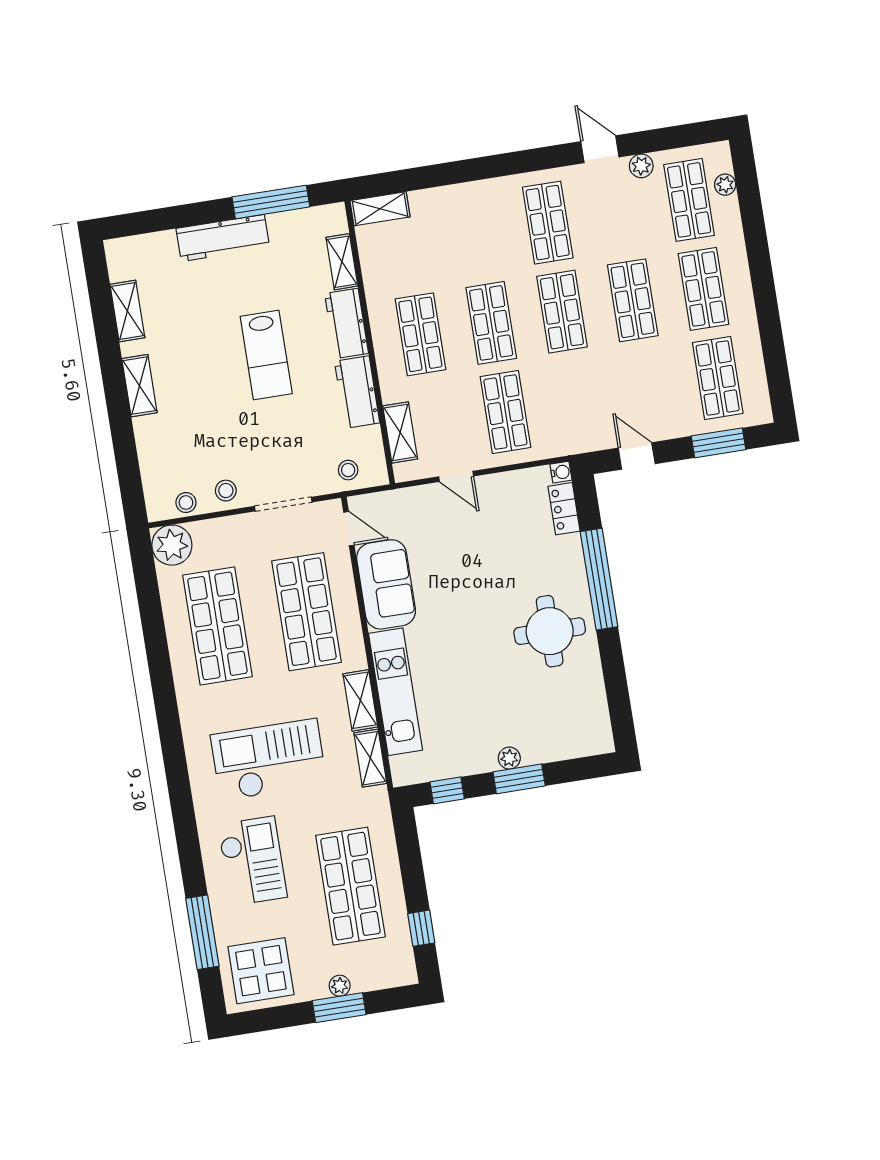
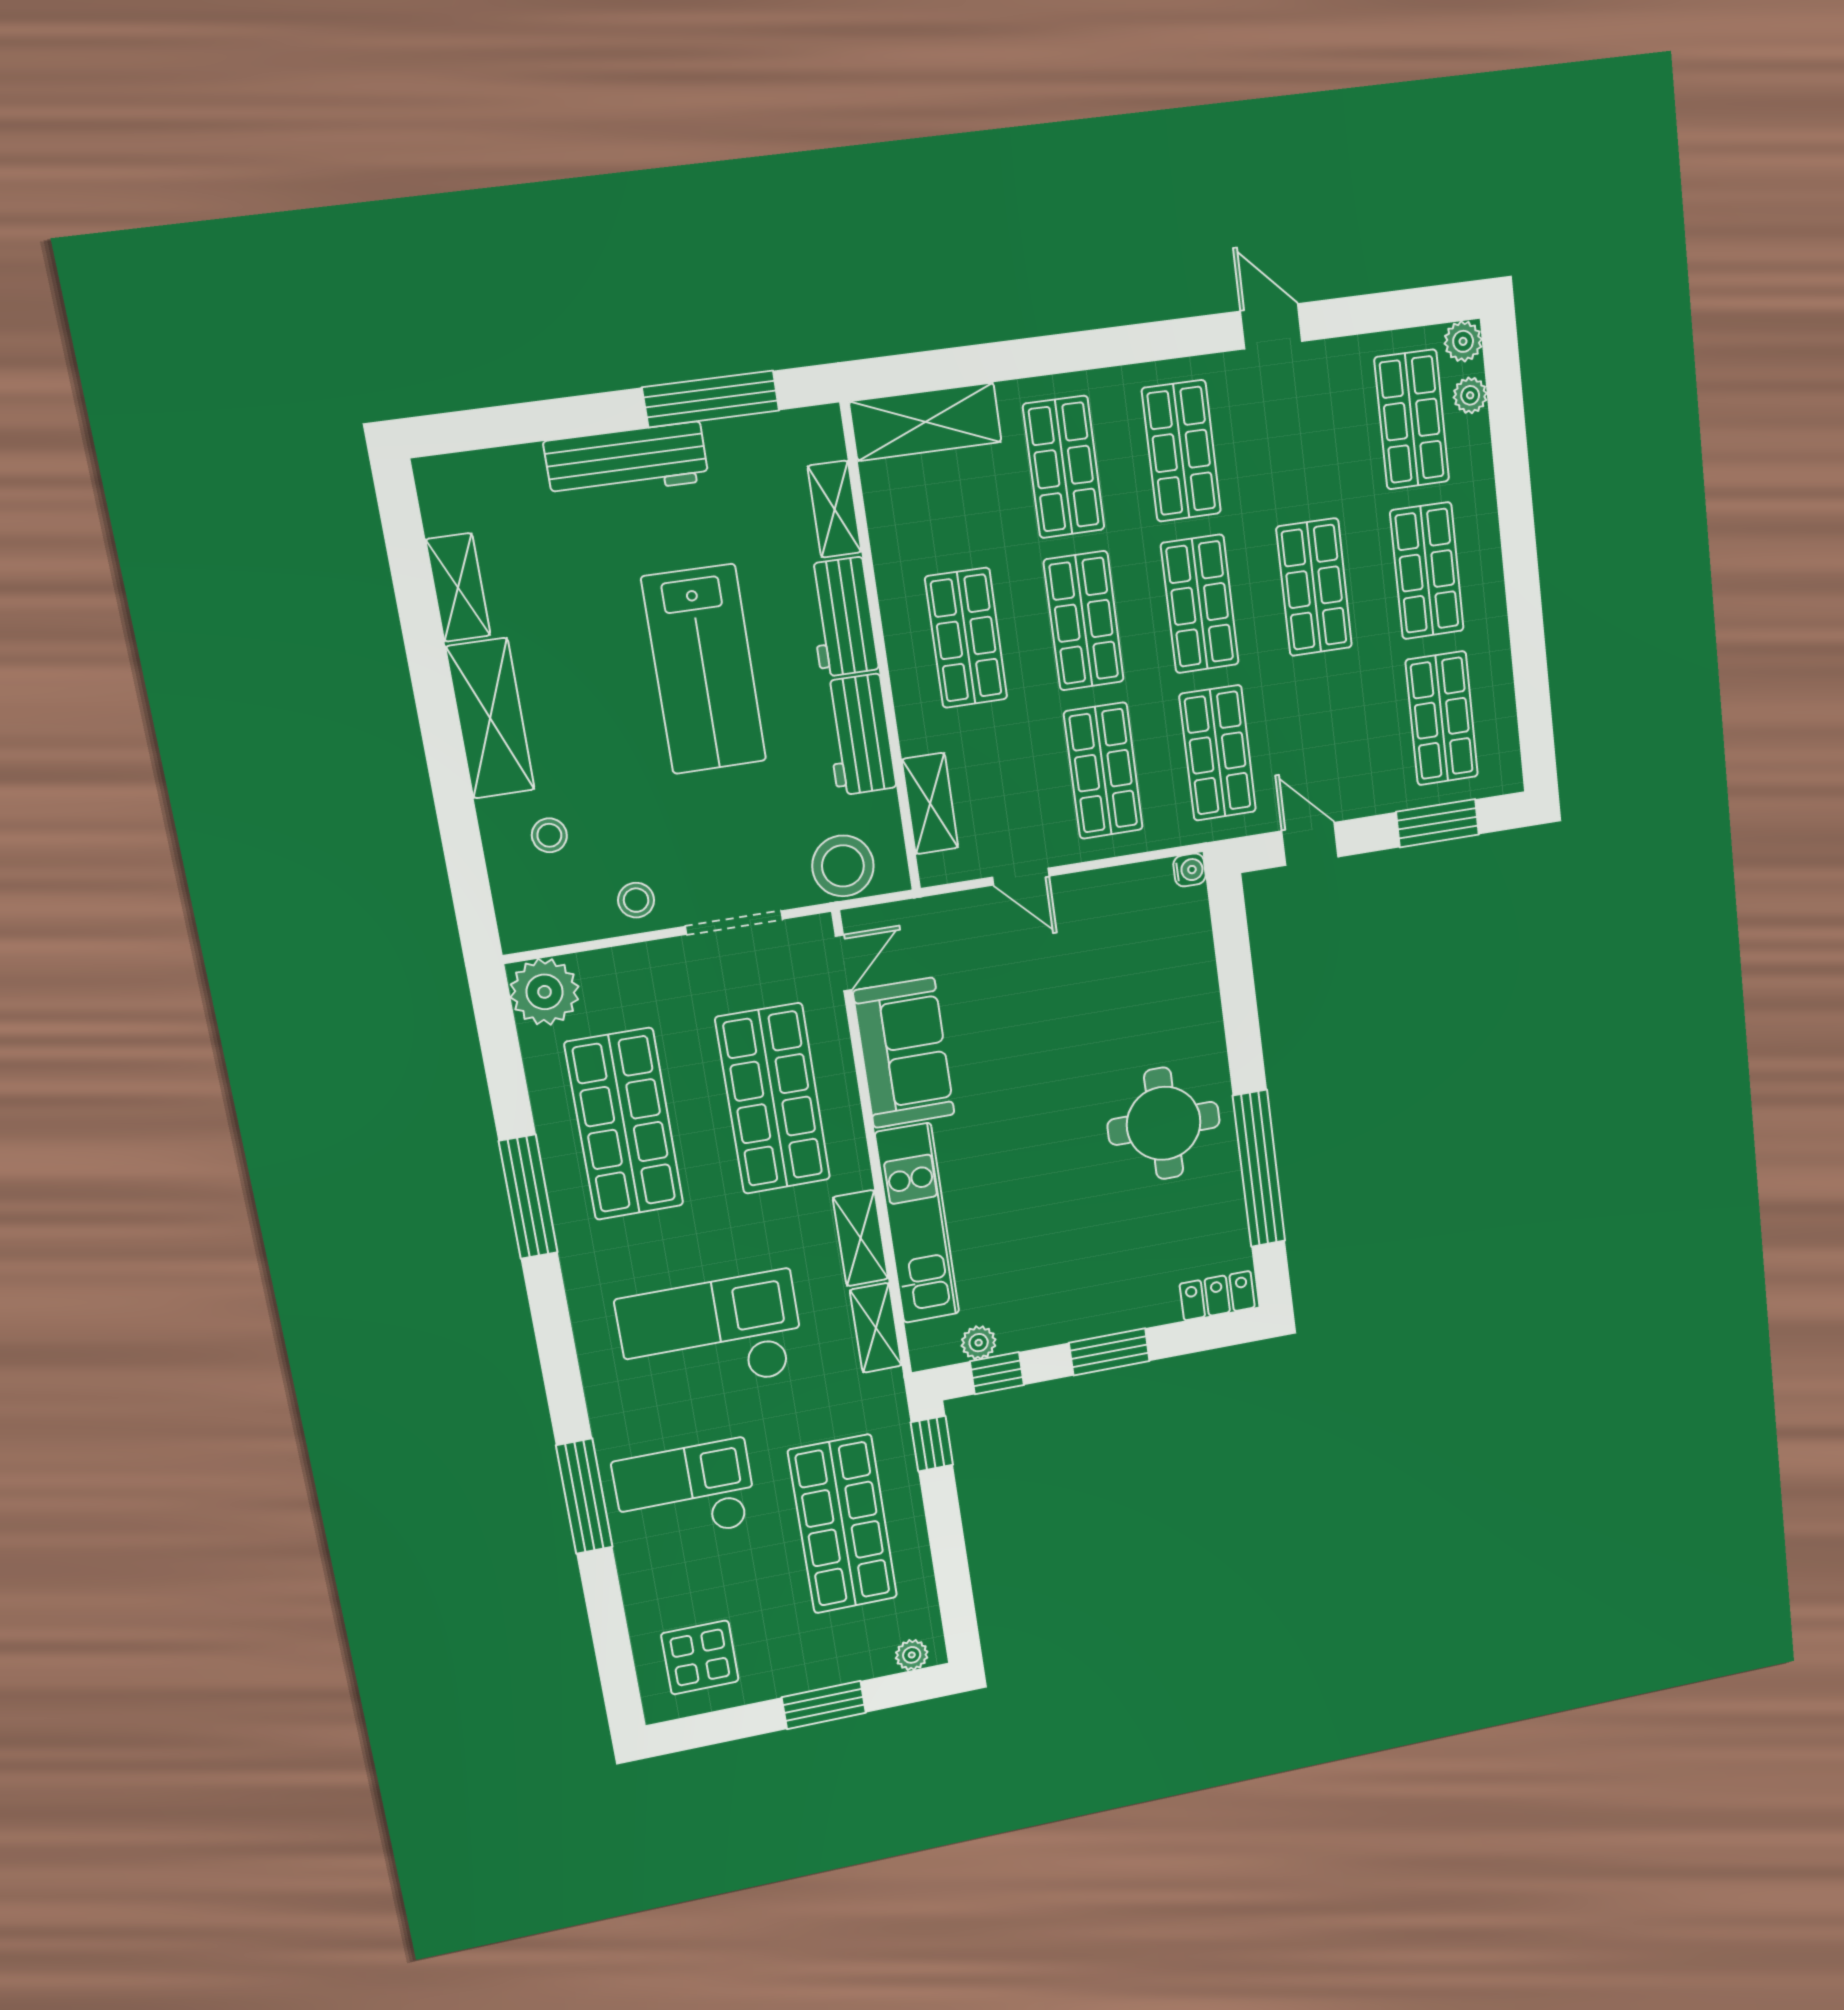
plant: (641, 166) -> (1463, 341), moved
shelving: (380, 209) -> (926, 422), width x1.50, depth x1.33
shop shelf: (477, 234) -> (1064, 467), added
lab bench: (266, 355) -> (704, 669), width x1.36, depth x1.39
shelving: (139, 386) -> (490, 718), width x1.50, depth x1.33
shop shelf: (576, 401) -> (1218, 753), added
stool: (348, 470) -> (843, 866), width x1.89, depth x1.89
stool: (186, 503) -> (549, 835), moved
locker: (564, 509) -> (1217, 1296), moved, turned 90
door: (349, 529) -> (844, 963), hinge flipped
window: (599, 579) -> (1259, 1169), moved
window: (160, 670) -> (528, 1197), added
plant: (509, 758) -> (979, 1343), moved
checkout: (252, 861) -> (685, 1493), turned -90
window: (421, 928) -> (932, 1444), moved
window: (202, 932) -> (584, 1496), moved
display table: (261, 971) -> (700, 1657), width x0.73, depth x0.73
plant: (340, 986) -> (912, 1655), moved

